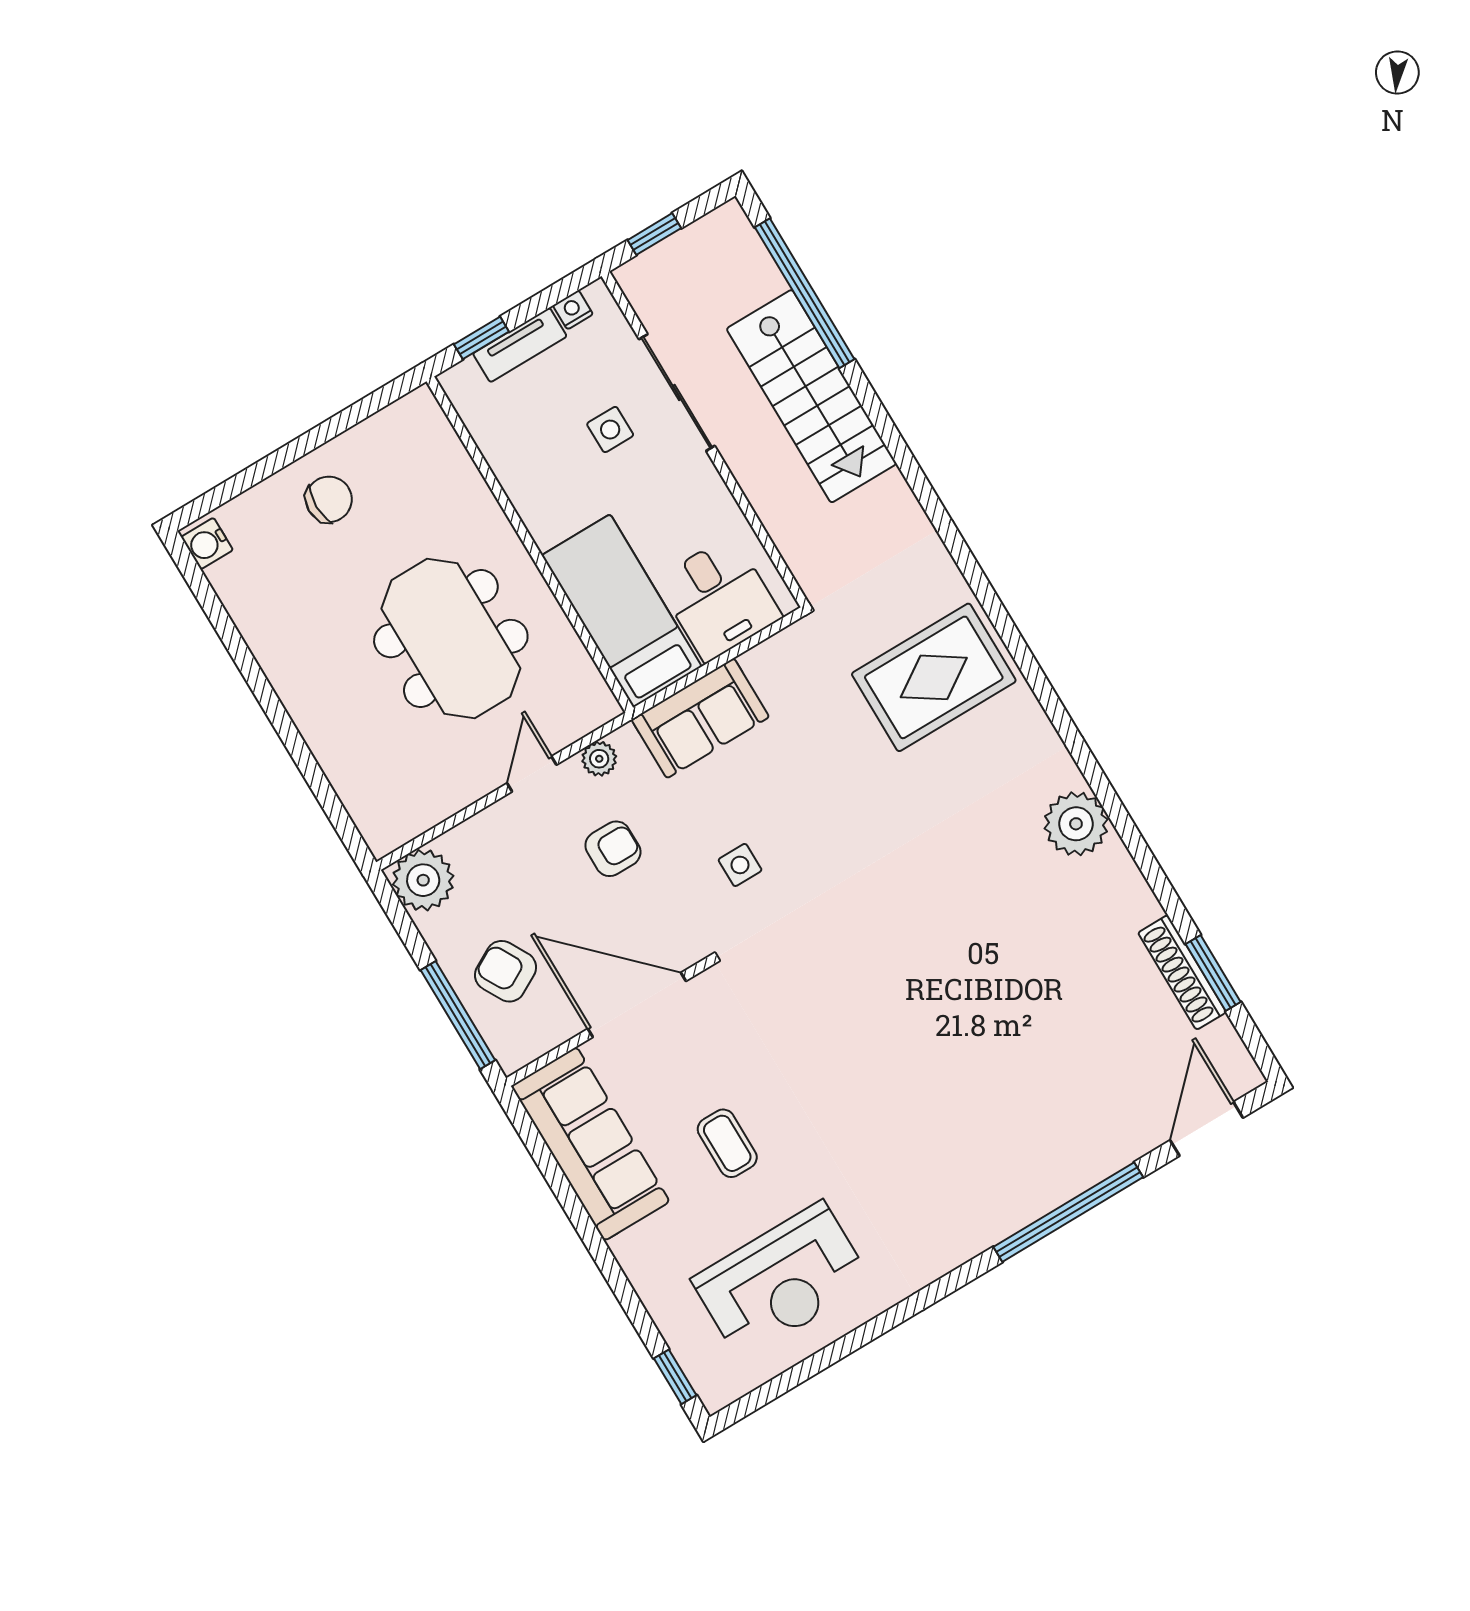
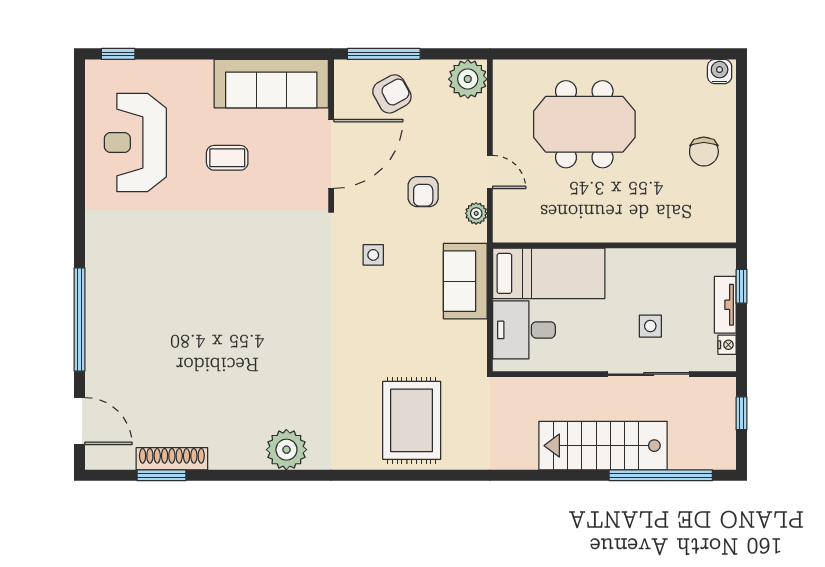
meeting table: (451, 639) -> (584, 124), moved

